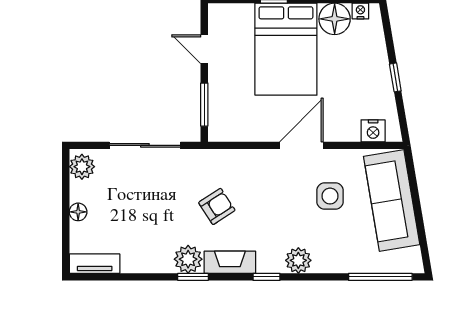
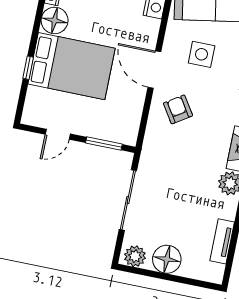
armchair: (217, 206) -> (178, 109), moved
floor lamp: (78, 212) -> (167, 259), width x1.89, depth x1.89
tv unit: (95, 264) -> (222, 241), moved

